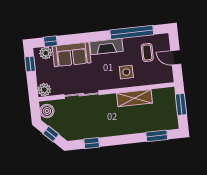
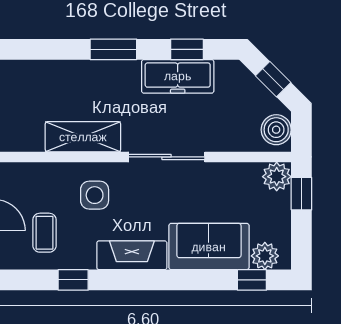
window: (132, 32) -> (73, 280), width x0.32
window: (30, 64) -> (301, 194), moved
sliding door: (82, 95) -> (167, 157), moved
freezer: (94, 130) -> (178, 76), added
window: (157, 136) -> (113, 49), moved

